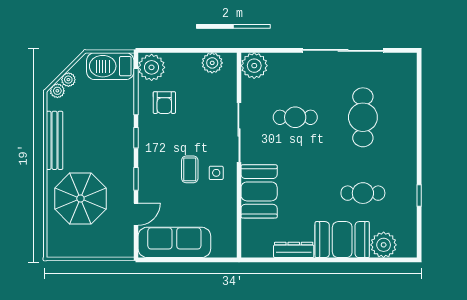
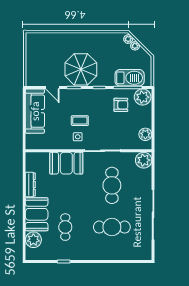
barbecue: (110, 66) -> (130, 78), moved, turned 90
armchair: (164, 103) -> (121, 105), turned 180
cafe table: (295, 117) -> (112, 185), width x1.37, depth x1.35
bench: (54, 140) -> (98, 37), removed
parasol: (80, 199) -> (81, 69), moved

